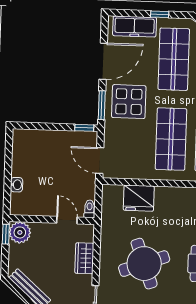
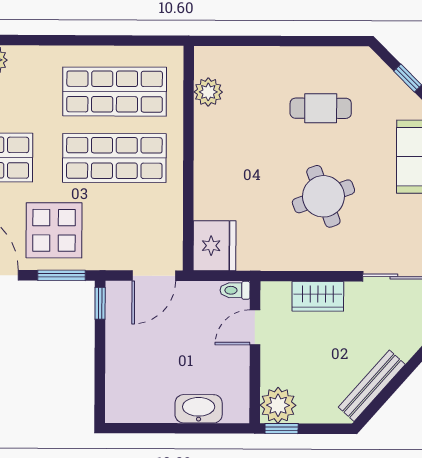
washbasin: (17, 185) -> (199, 409), width x1.91, depth x1.45
fridge: (139, 198) -> (214, 246), moved
round table: (144, 264) -> (323, 196), width x0.73, depth x0.73

